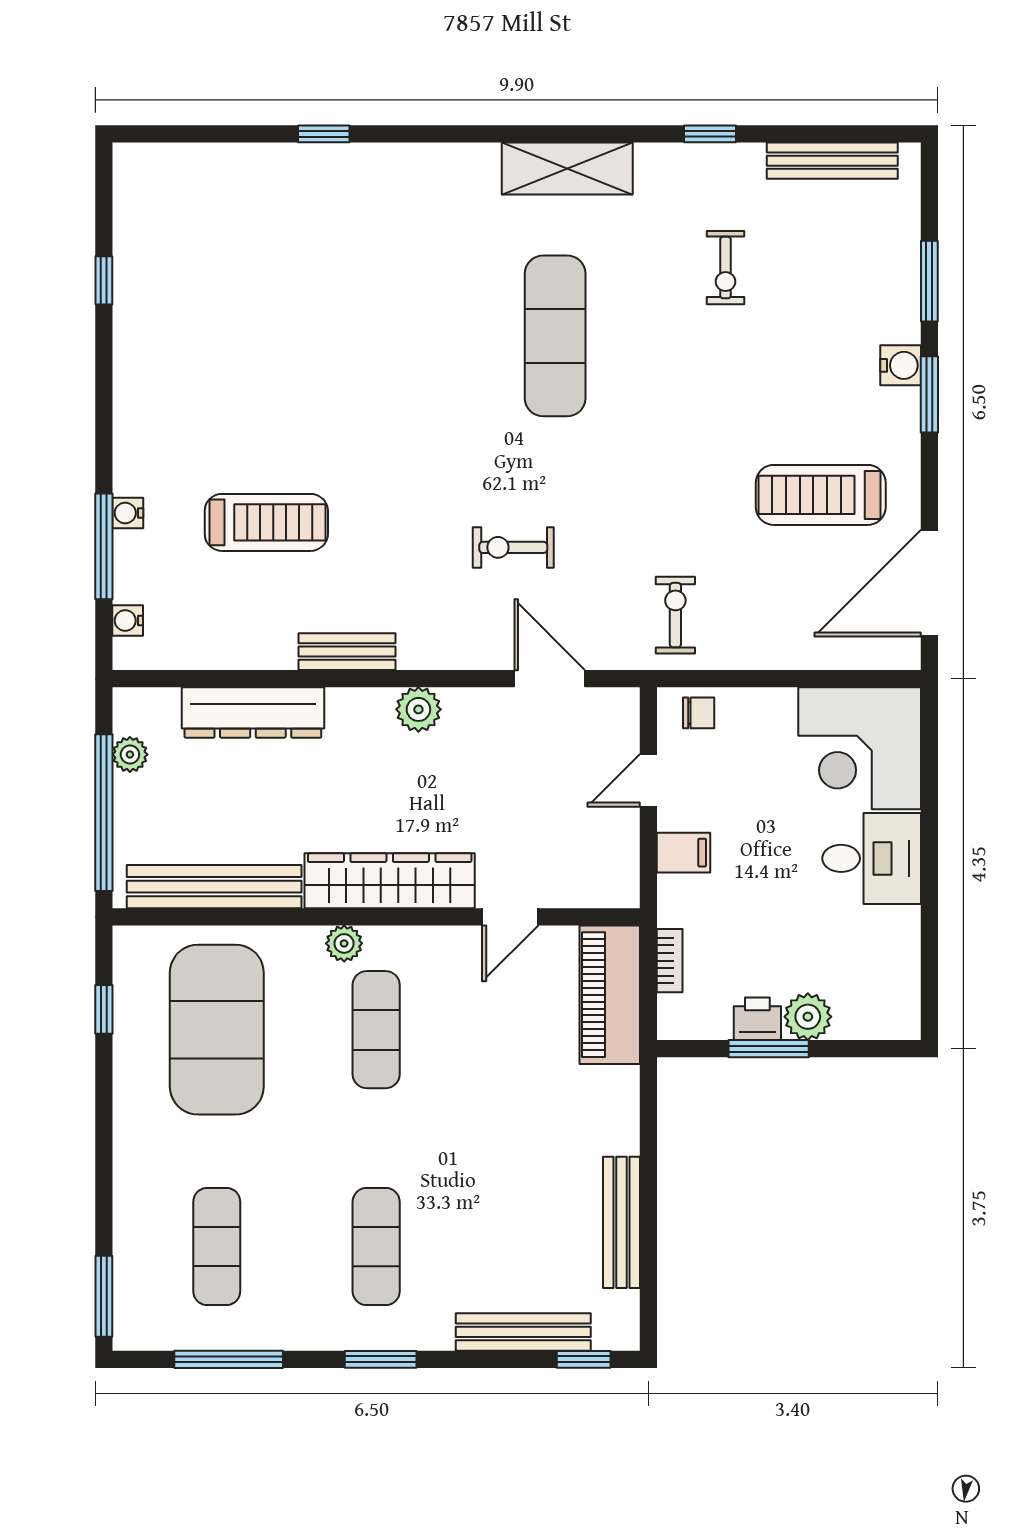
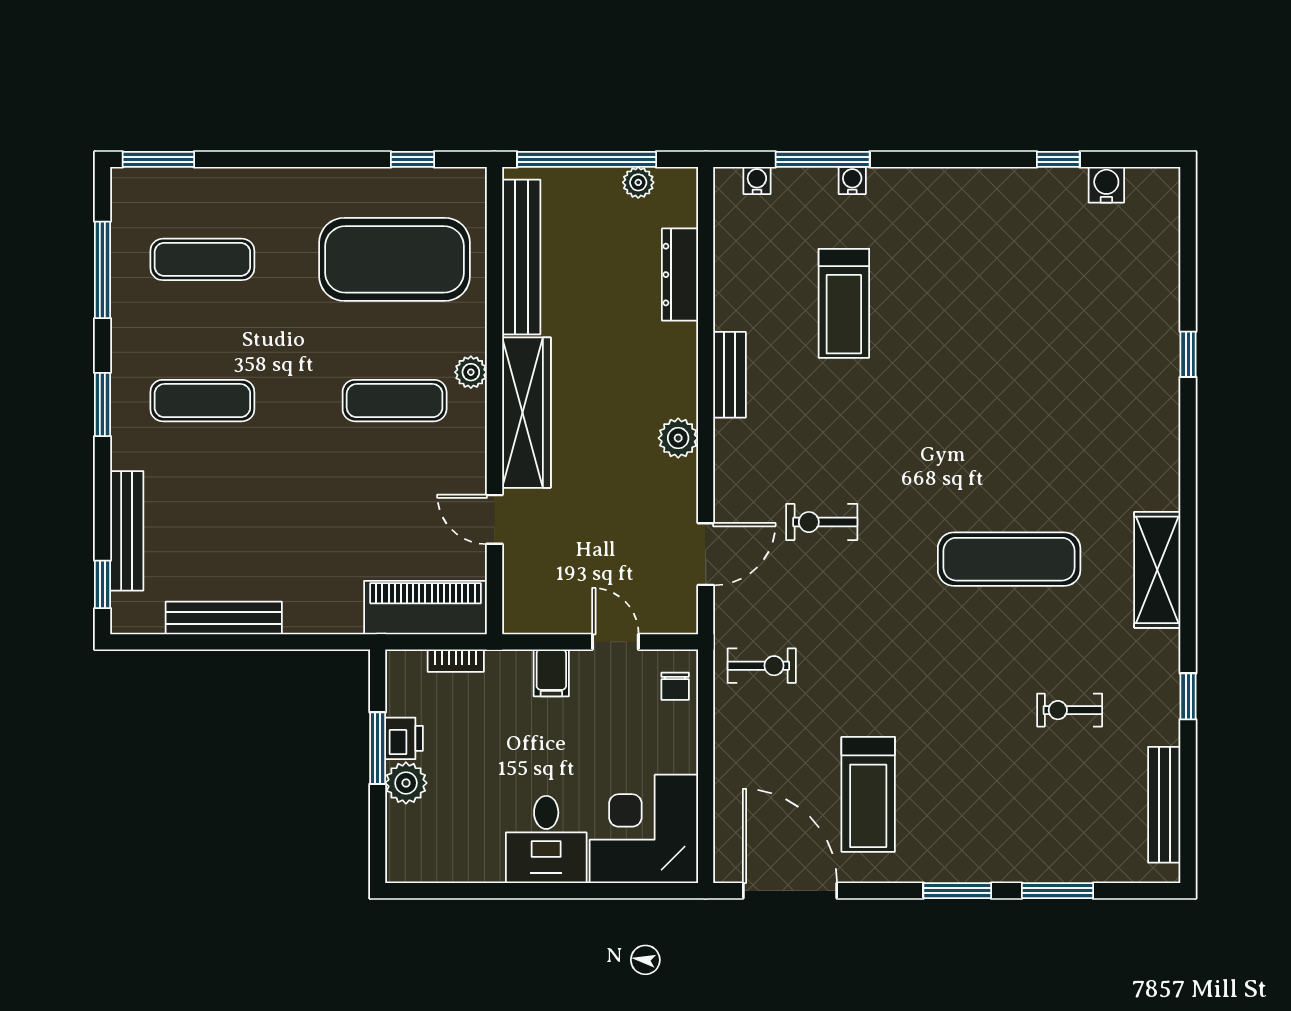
water cooler: (901, 365) -> (1106, 185), moved, turned 180
treadmill: (821, 495) -> (868, 794), turned 180
exercise bike: (513, 547) -> (822, 522), turned -90
dresser: (253, 712) -> (680, 275), width x0.73, depth x0.80

